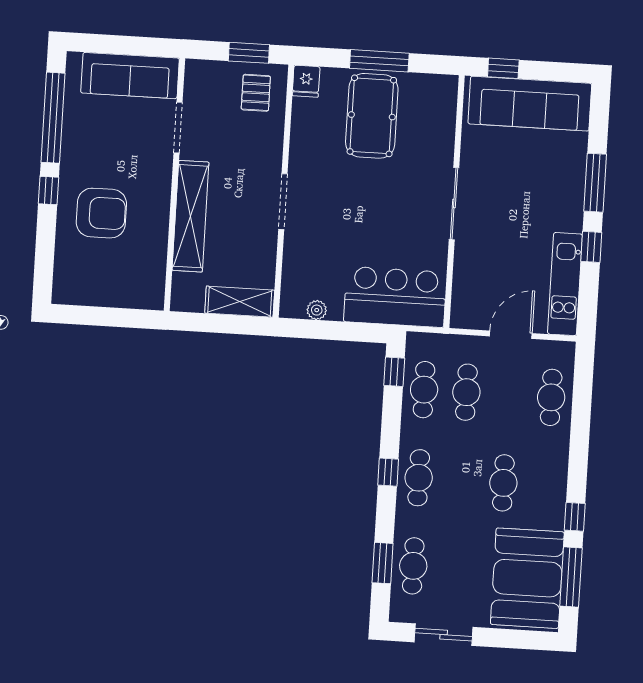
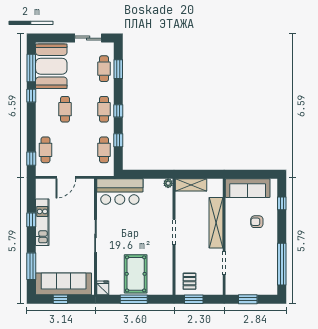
window: (131, 46) -> (248, 299), added
window: (503, 68) -> (60, 299), moved
sofa: (130, 76) -> (248, 188), moved, turned 180
fridge: (306, 81) -> (103, 288), moved
window: (595, 183) -> (31, 266), moved
window: (49, 191) -> (282, 203), moved
armchair: (101, 213) -> (257, 222), width x0.53, depth x0.53
kitchen unit: (565, 284) -> (42, 222), moved
plant: (317, 310) -> (168, 183), moved
window: (394, 372) -> (118, 140), moved
window: (583, 380) -> (31, 159), added
cafe table: (466, 392) -> (84, 150), removed

